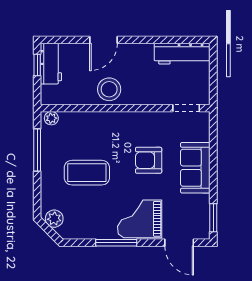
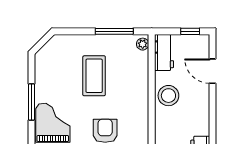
door: (104, 40) -> (213, 71), moved
workbench: (51, 64) -> (164, 53), moved, turned -90
plant: (54, 219) -> (53, 47), removed

